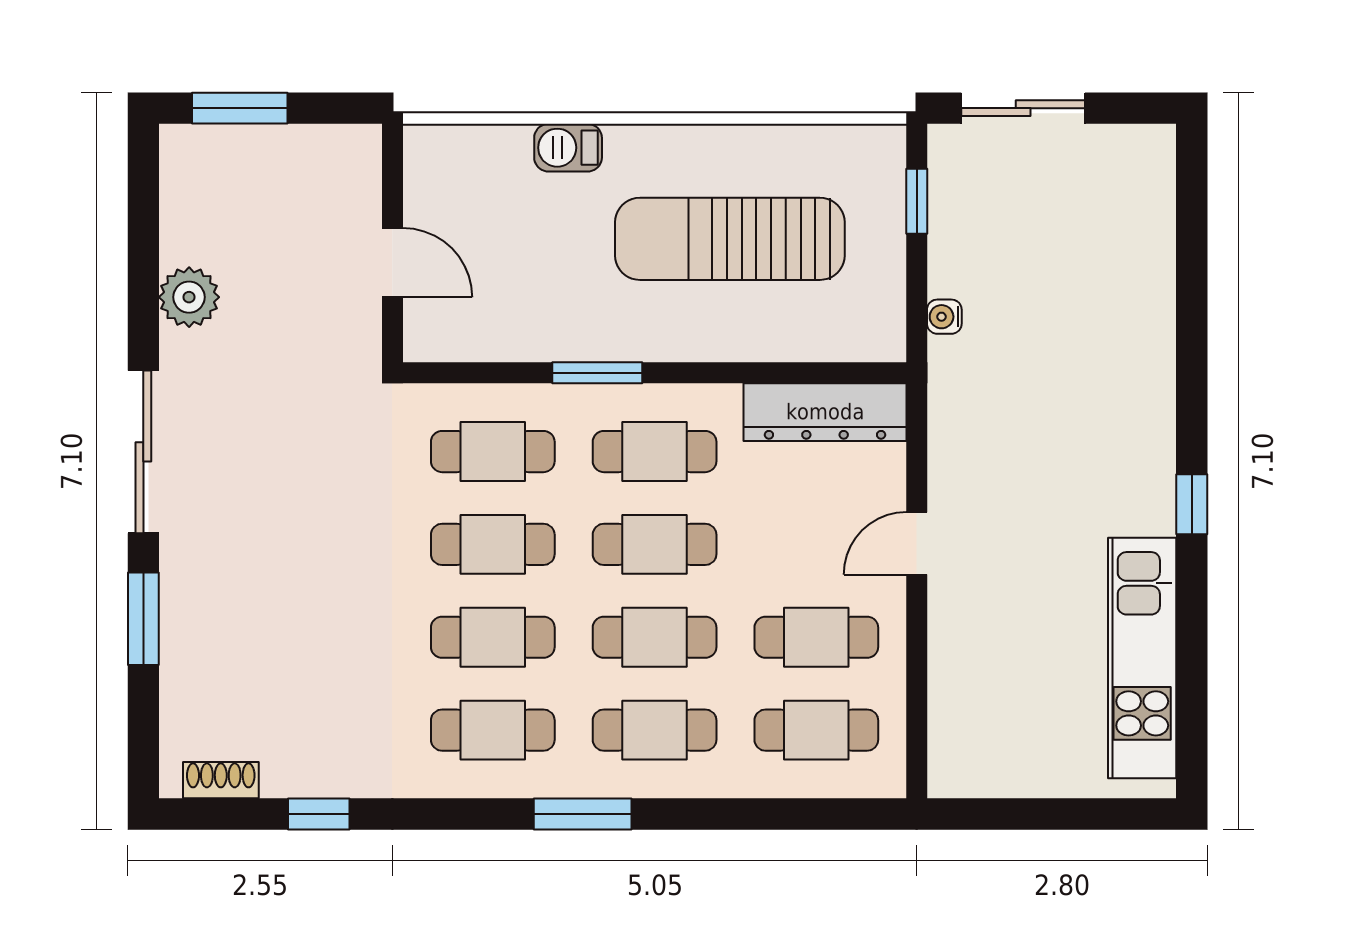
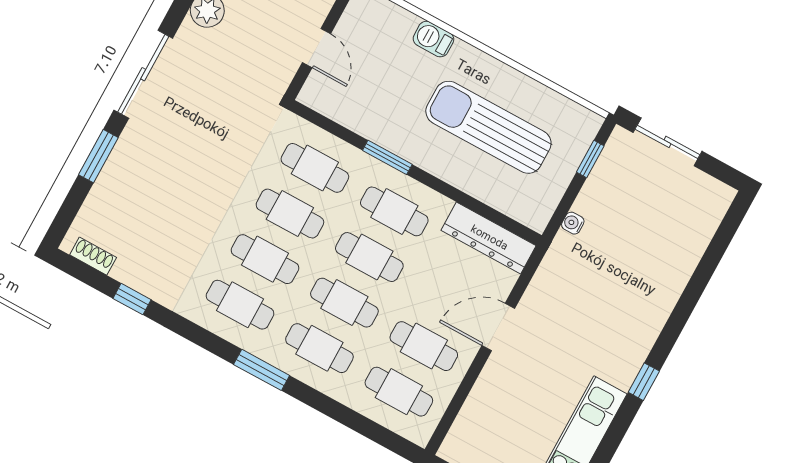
door: (917, 543) -> (498, 327), width x1.38

